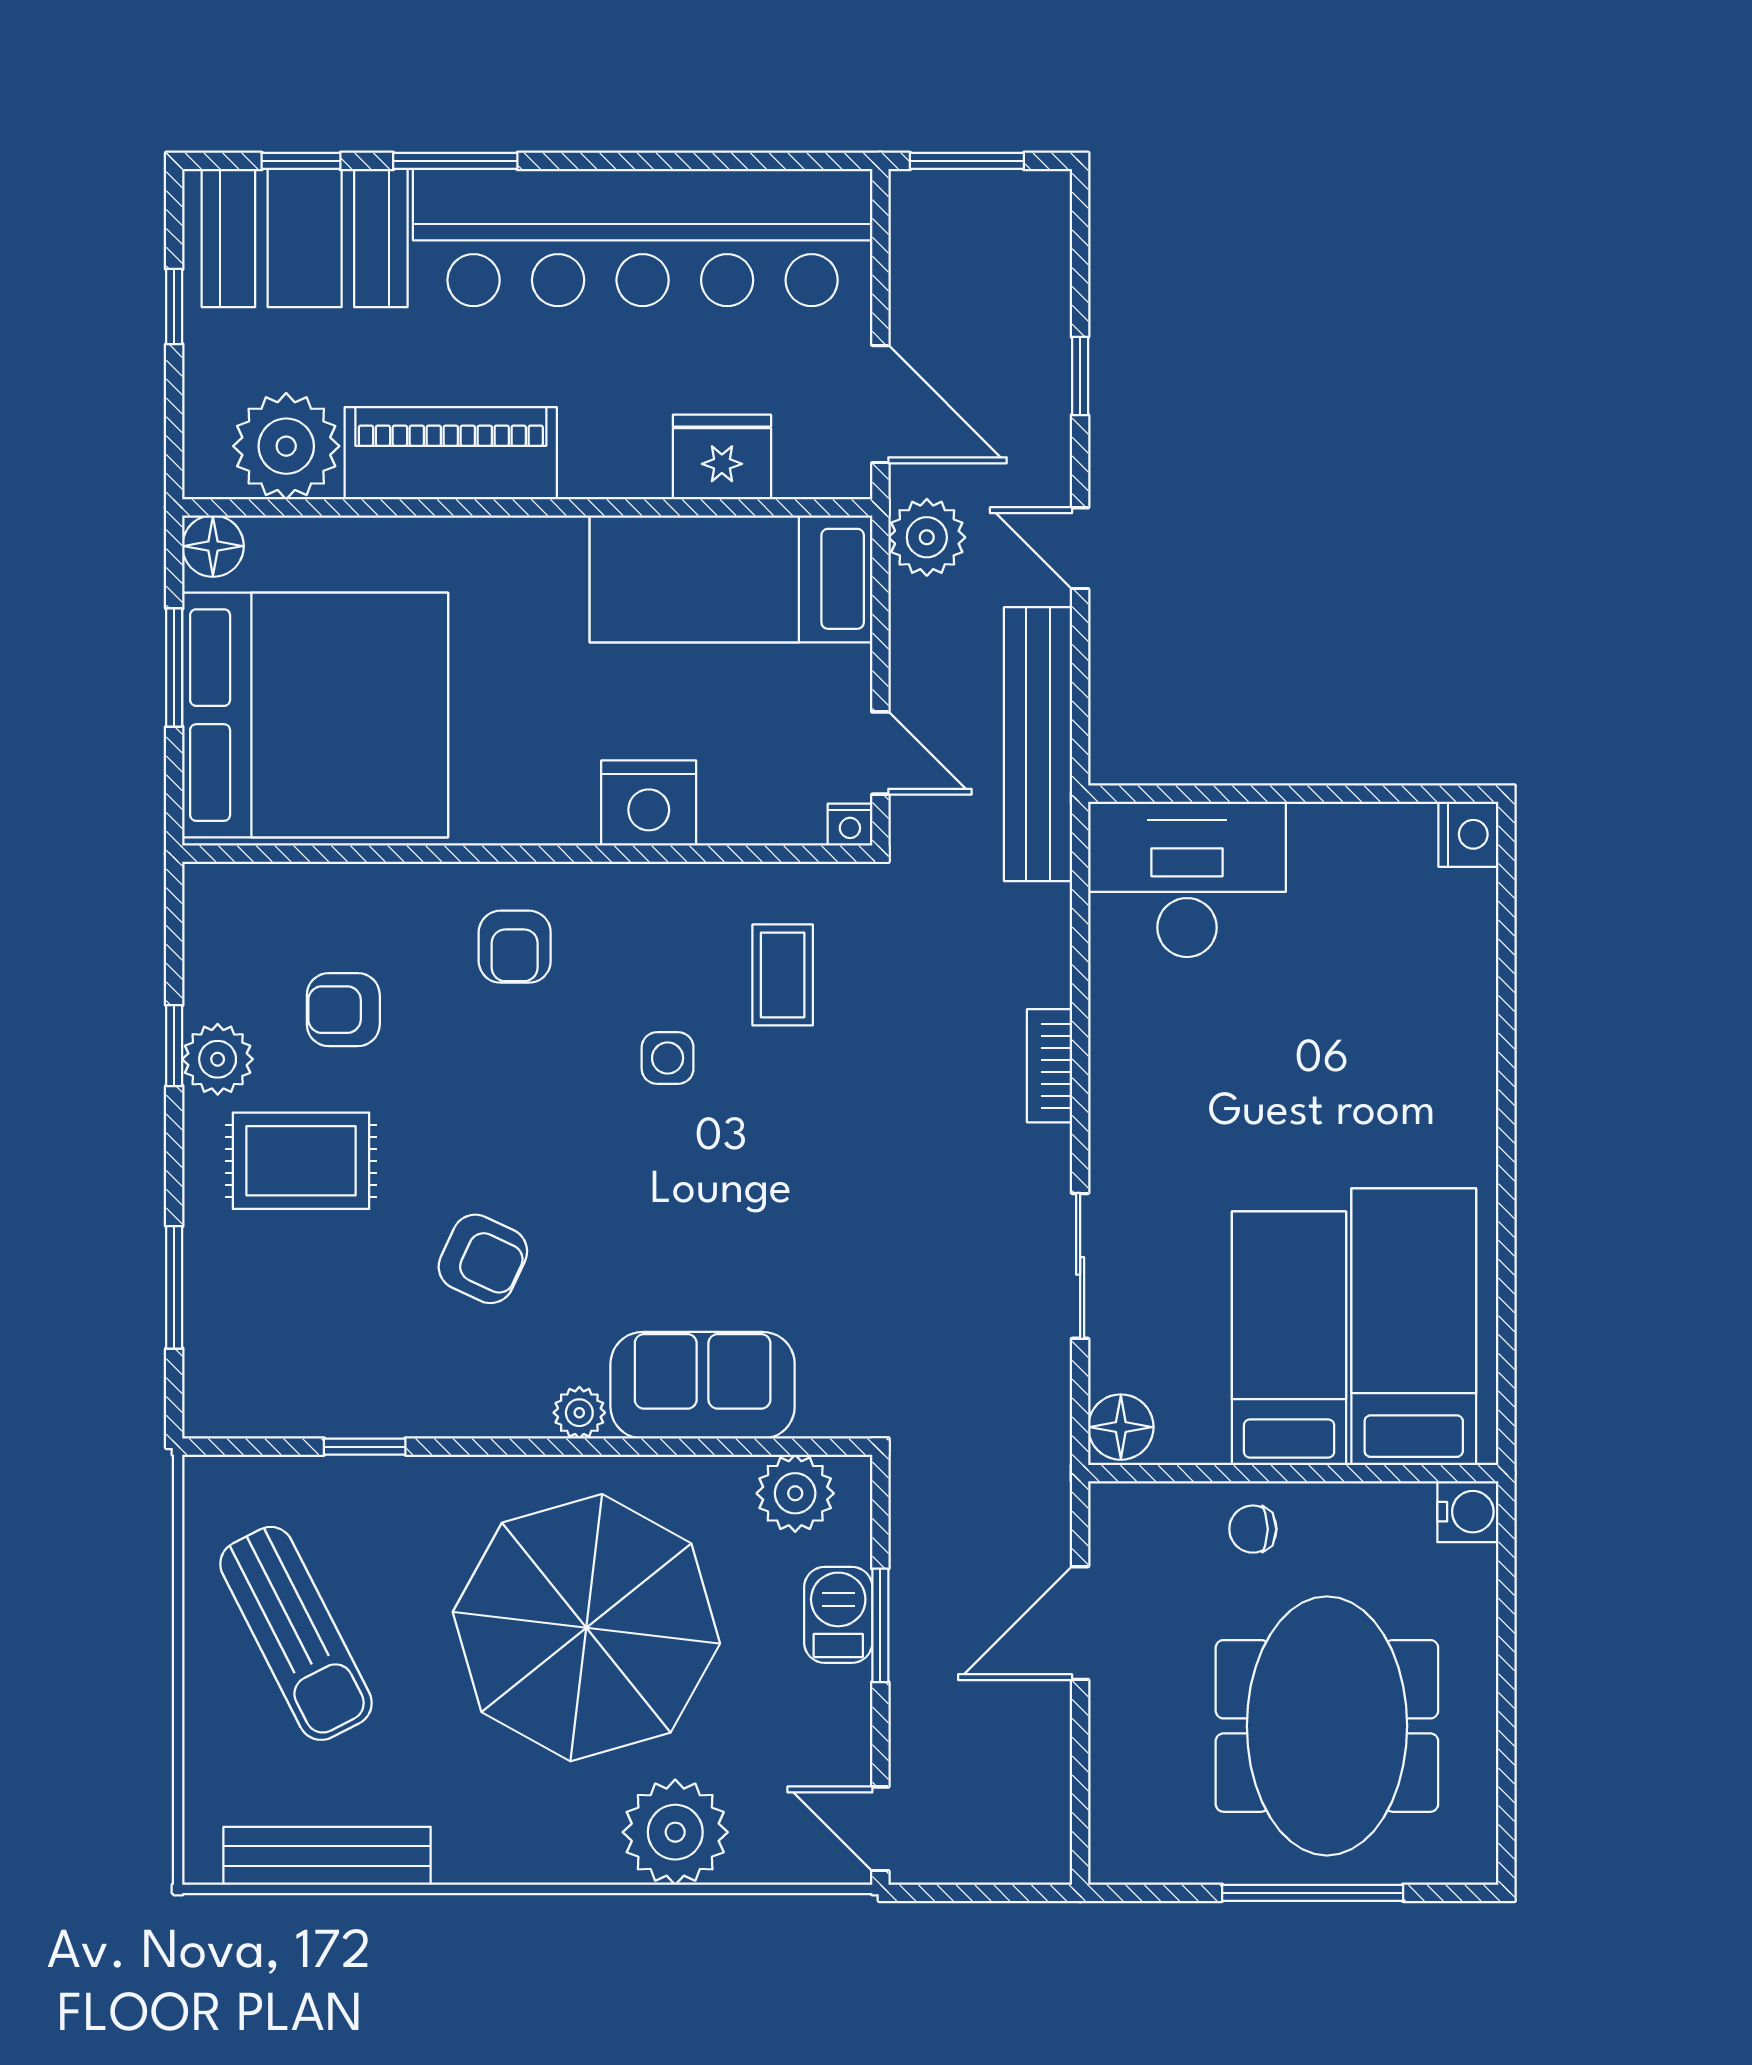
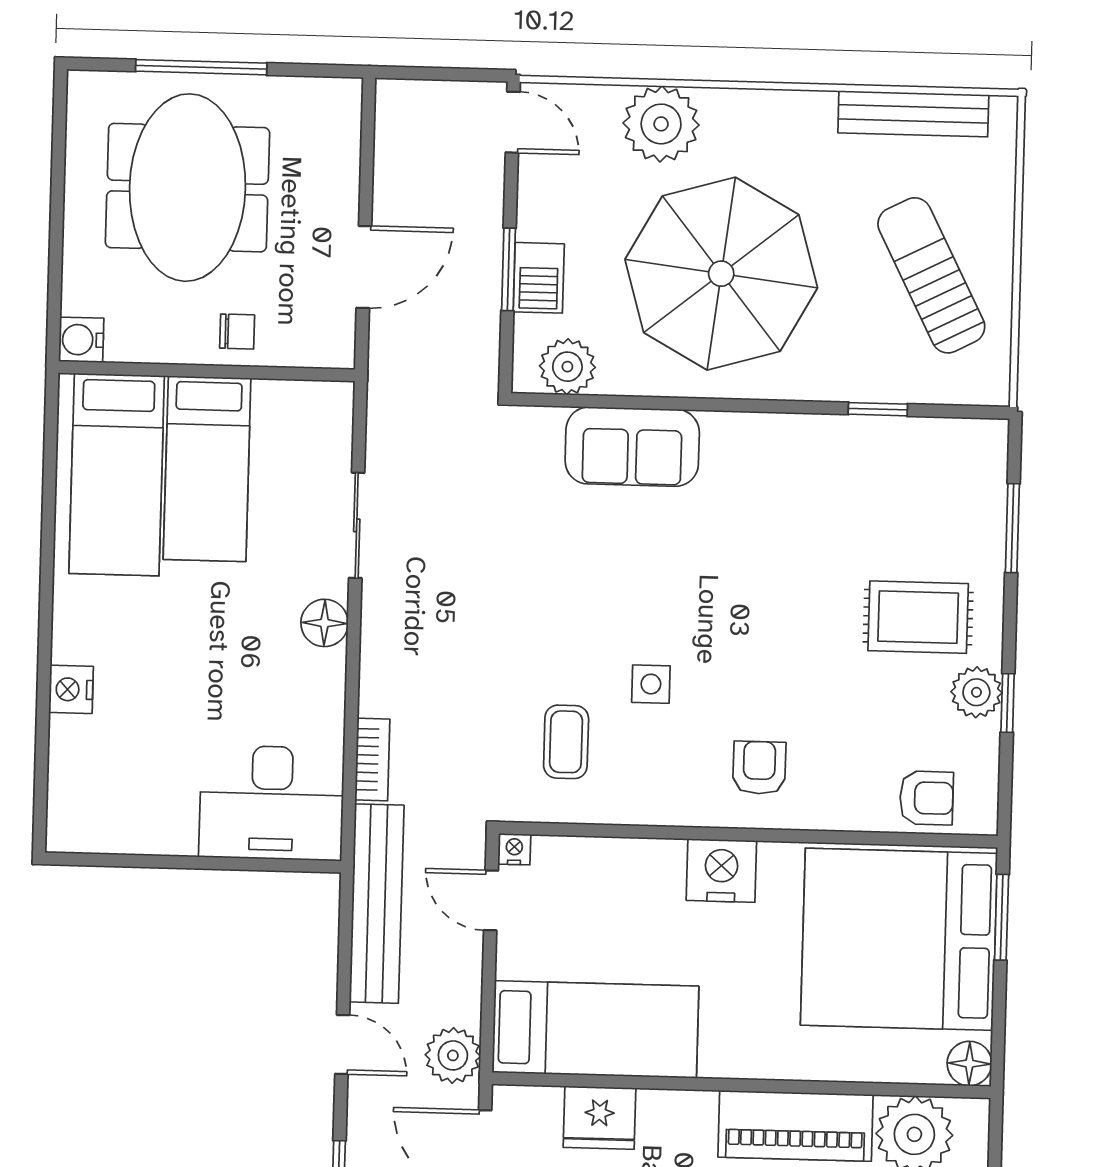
window: (174, 668) -> (1002, 917), moved
nightstand: (649, 803) -> (721, 871), moved
nightstand: (1468, 834) -> (71, 689), moved
armchair: (343, 1010) -> (926, 798), moved
bookcase: (1050, 1066) -> (372, 760), moved
armchair: (483, 1259) -> (789, 542), removed
plant: (579, 1413) -> (722, 429), removed
floor lamp: (1121, 1427) -> (325, 623), moved

